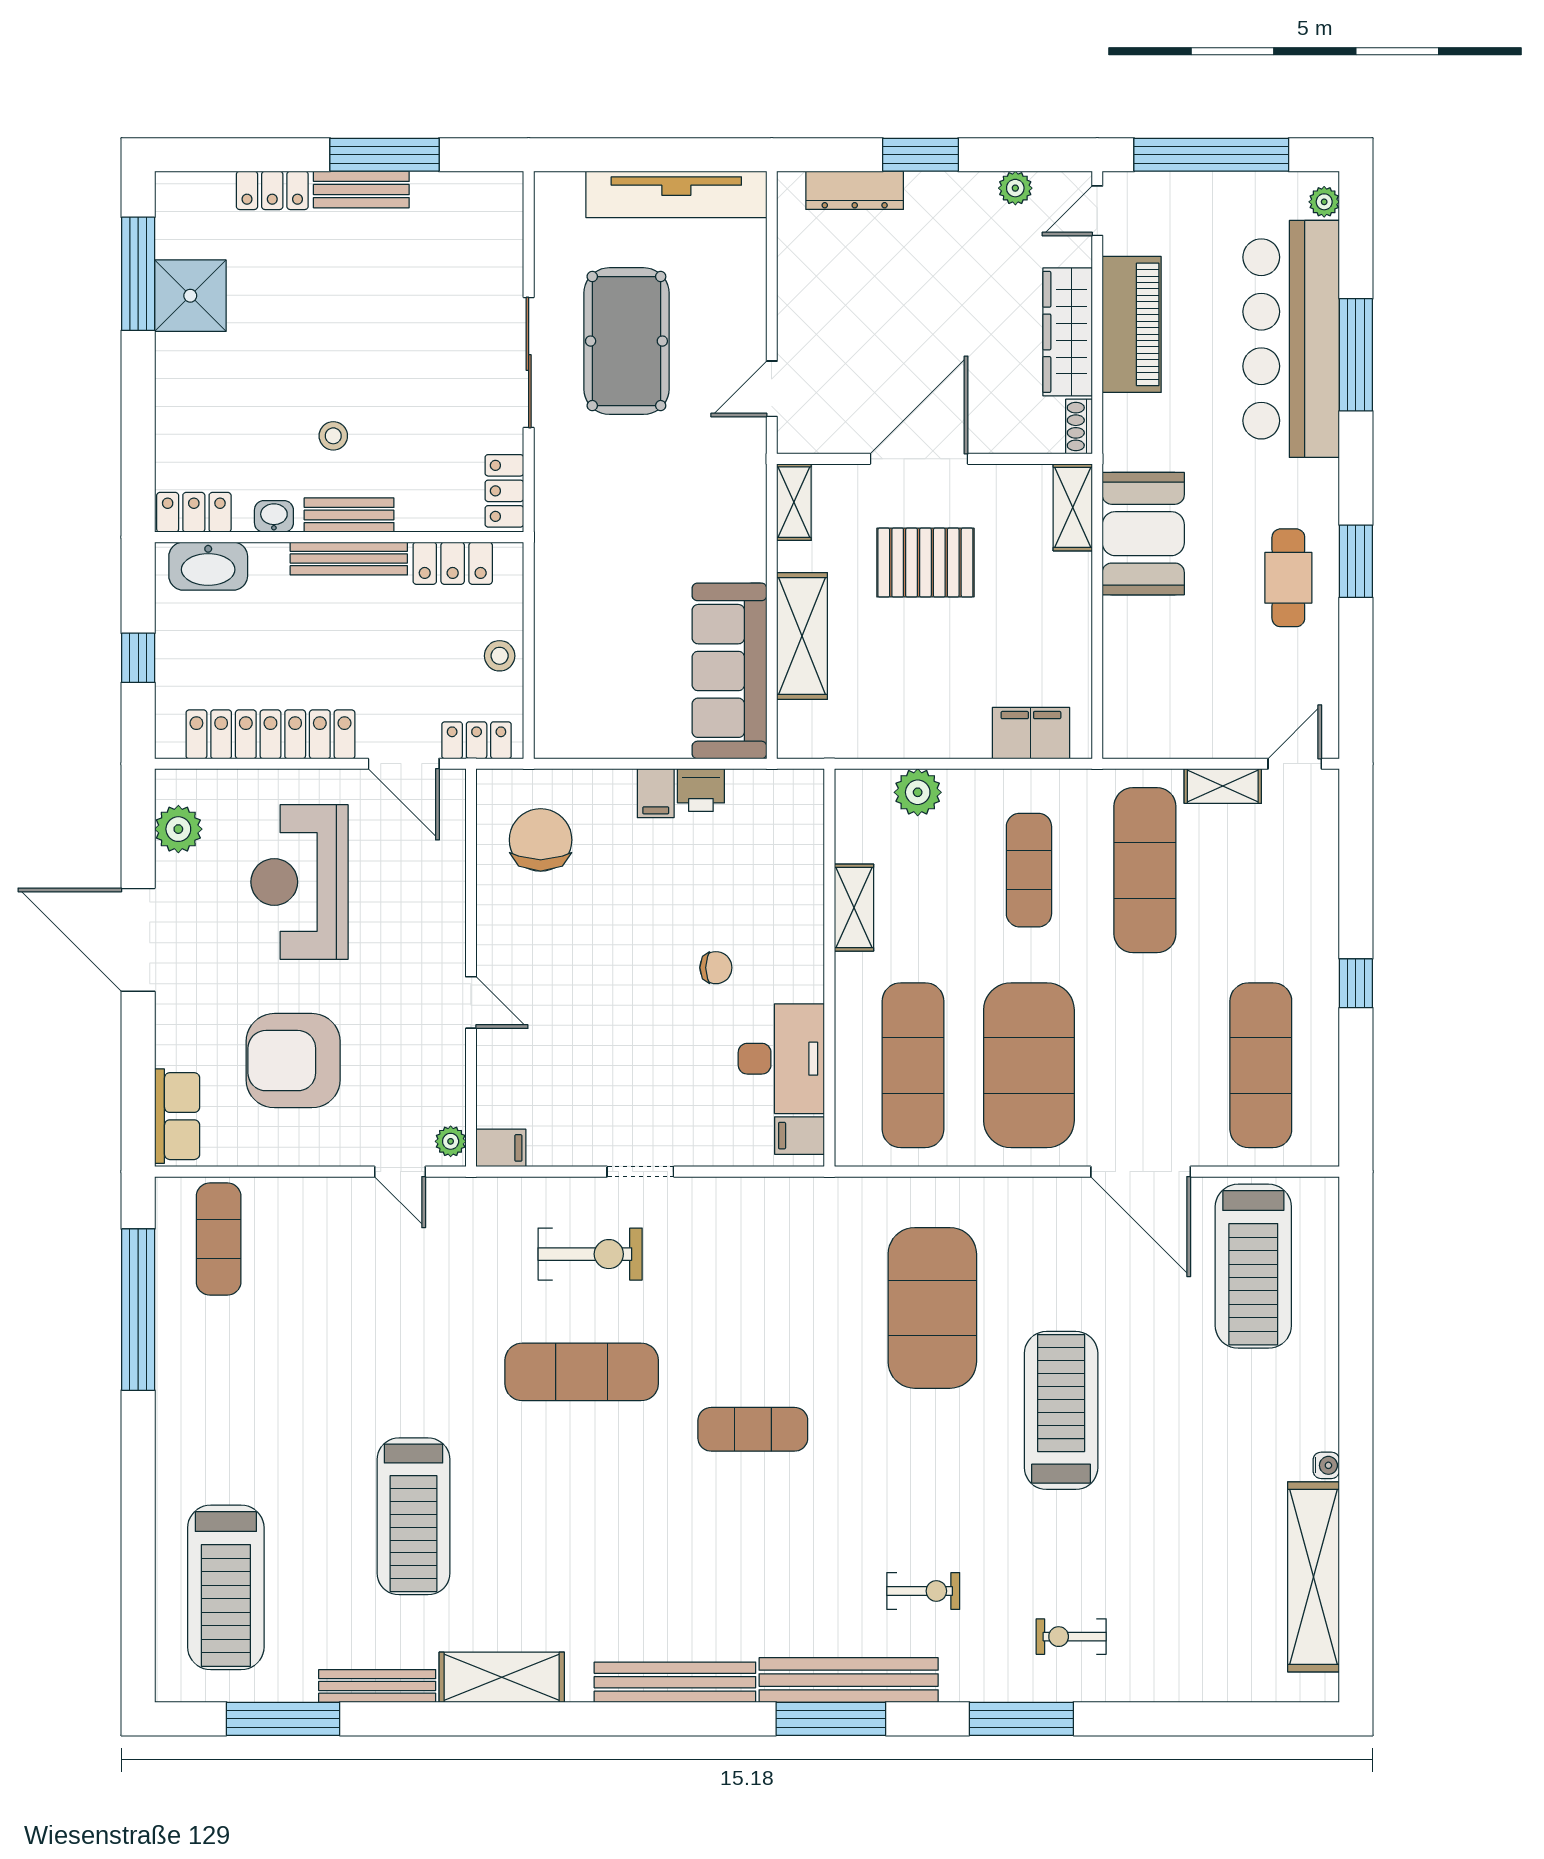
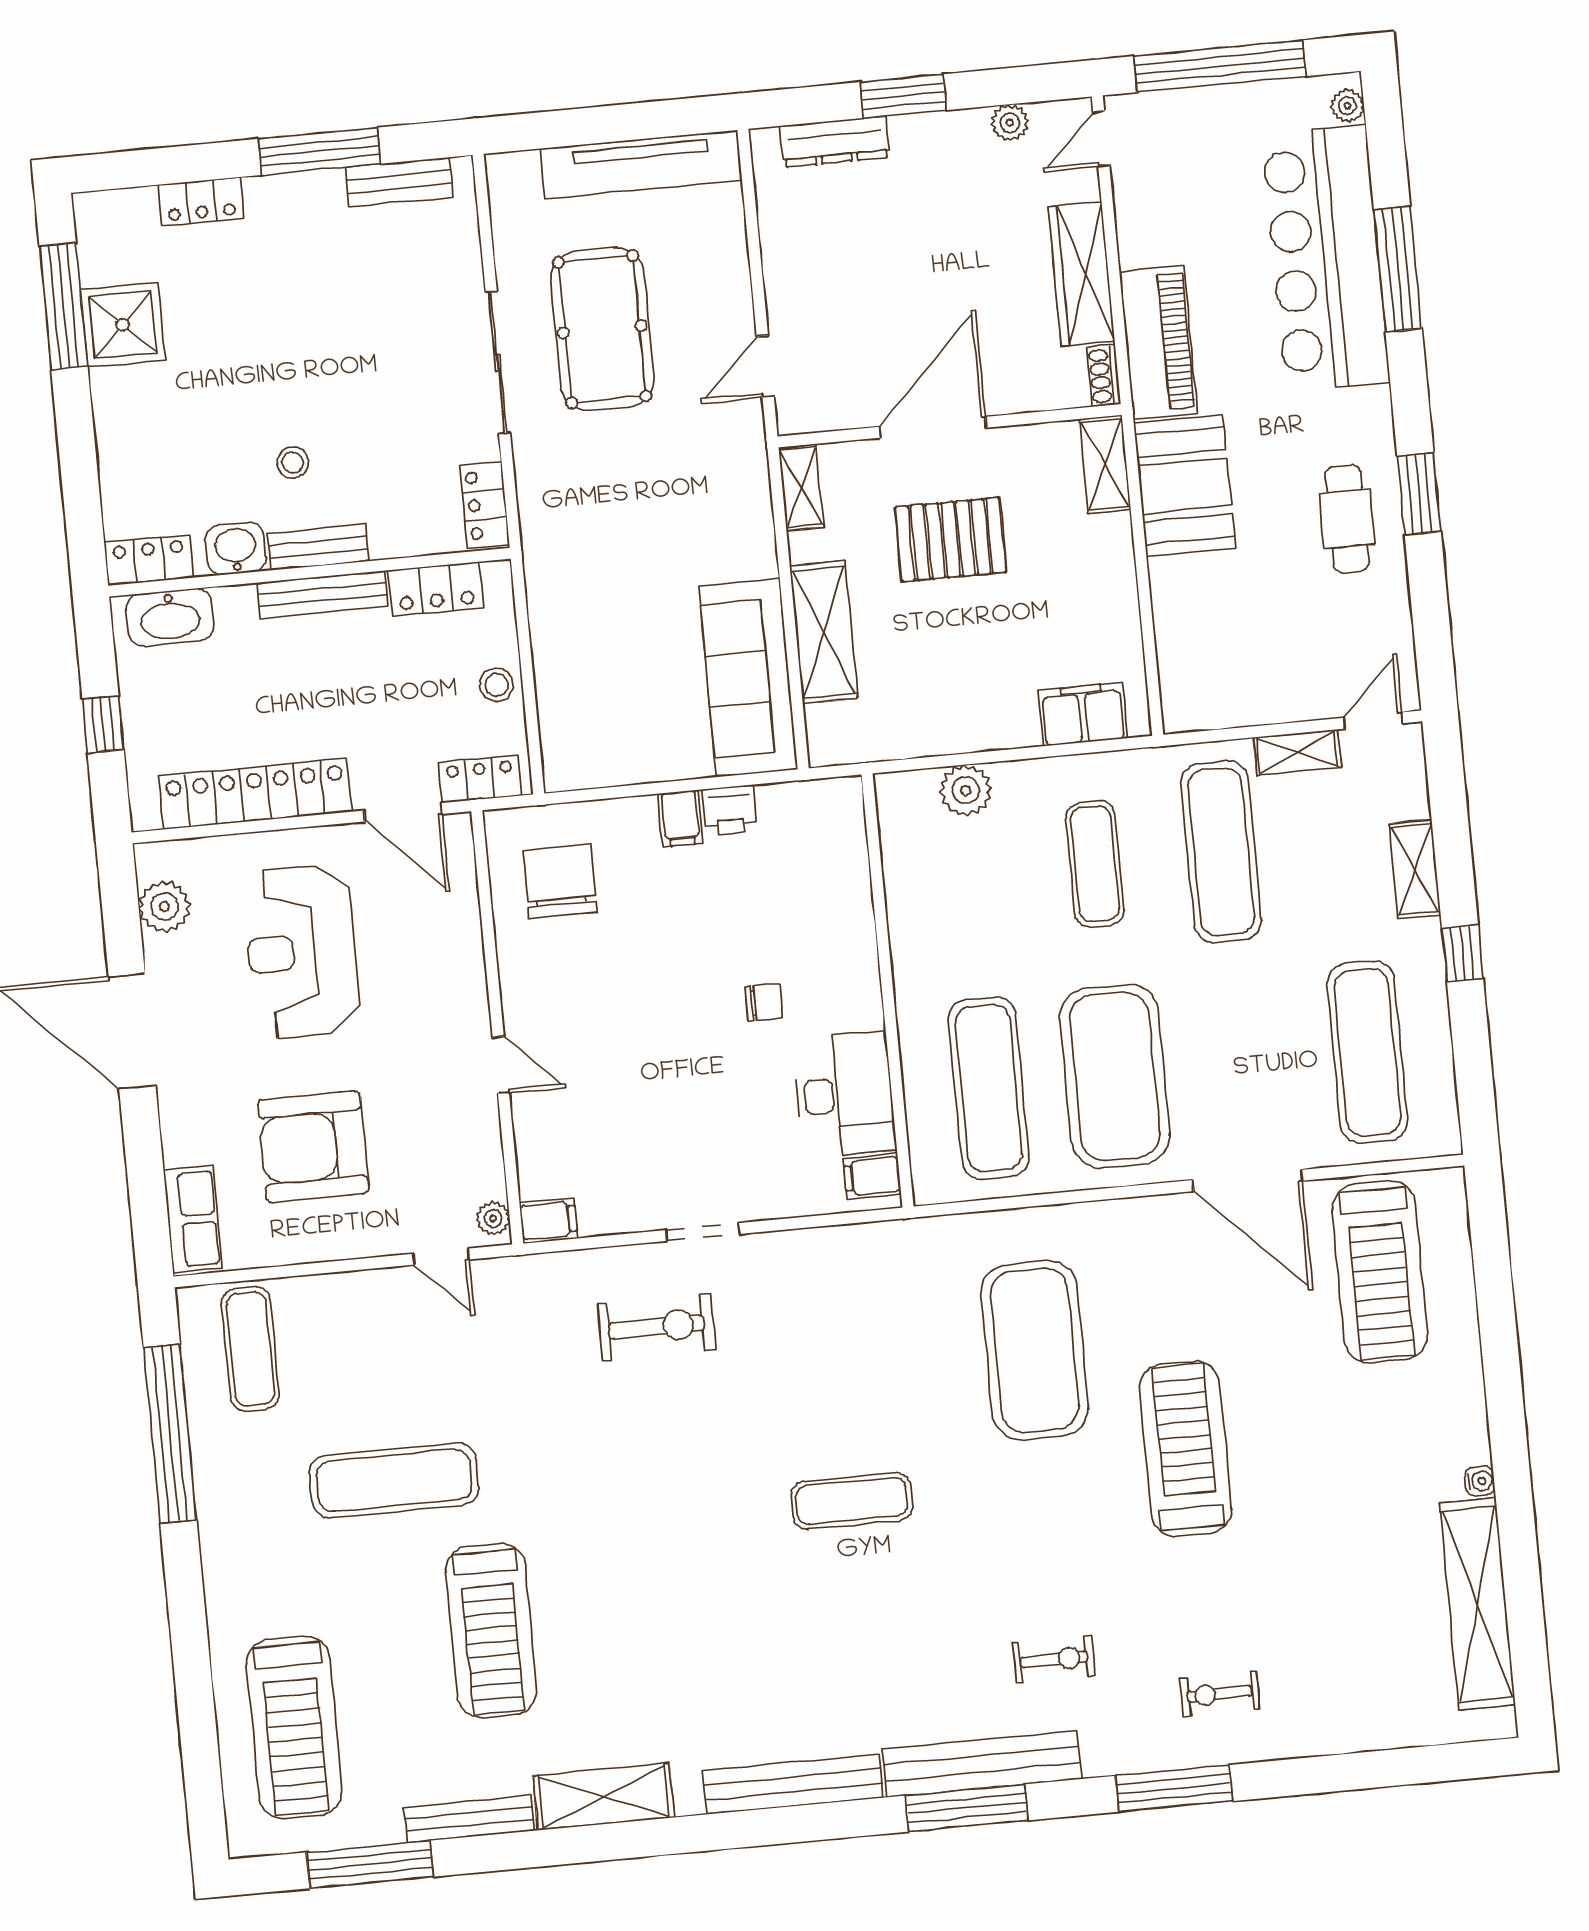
bench: (361, 190) -> (399, 182), moved
piano: (1132, 324) -> (1158, 343), moved
washbasin: (274, 516) -> (236, 549), width x1.38, depth x1.45
shelving: (854, 908) -> (1415, 869), moved
exercise mat: (582, 1372) -> (394, 1480), moved

